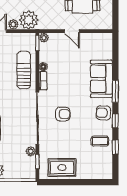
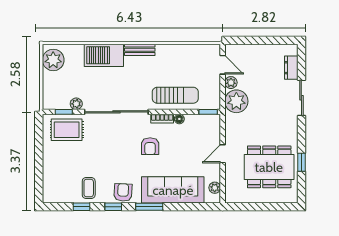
plant: (44, 38) -> (215, 188), moved
sofa: (101, 79) -> (173, 190), width x1.36
armchair: (63, 114) -> (150, 146), moved
rug: (62, 168) -> (67, 130), moved, turned 90

